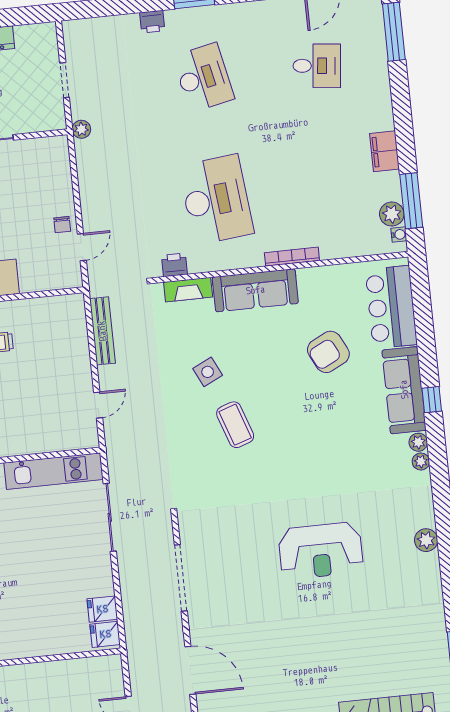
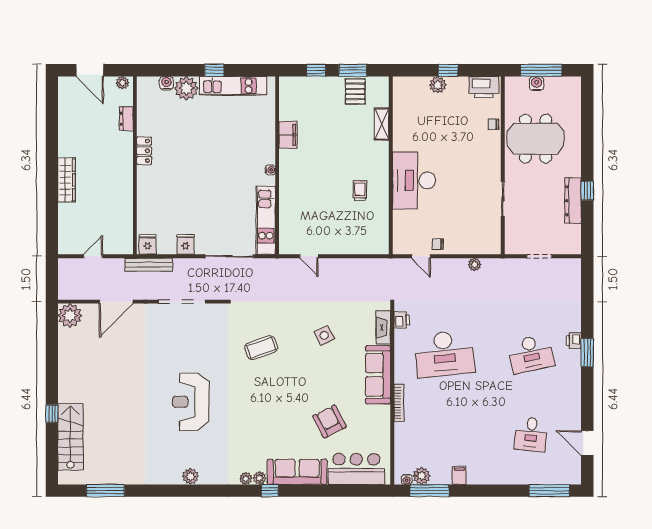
printer: (152, 22) -> (574, 341), moved
plant: (81, 129) -> (474, 264), moved
filing cabinet: (384, 151) -> (459, 475), width x0.50
bench: (102, 331) -> (149, 265), moved
window: (432, 400) -> (270, 491), moved
coffee table: (235, 425) -> (261, 348), moved
fridge: (102, 609) -> (186, 244), moved

